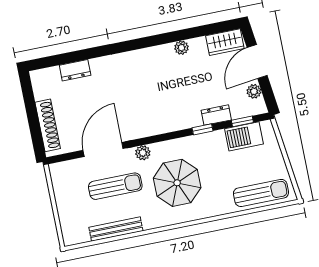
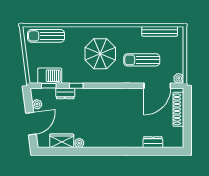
wardrobe: (225, 42) -> (62, 141), moved
door: (103, 149) -> (157, 86), moved
plant: (143, 153) -> (179, 78), moved
bench: (116, 229) -> (160, 31), moved

